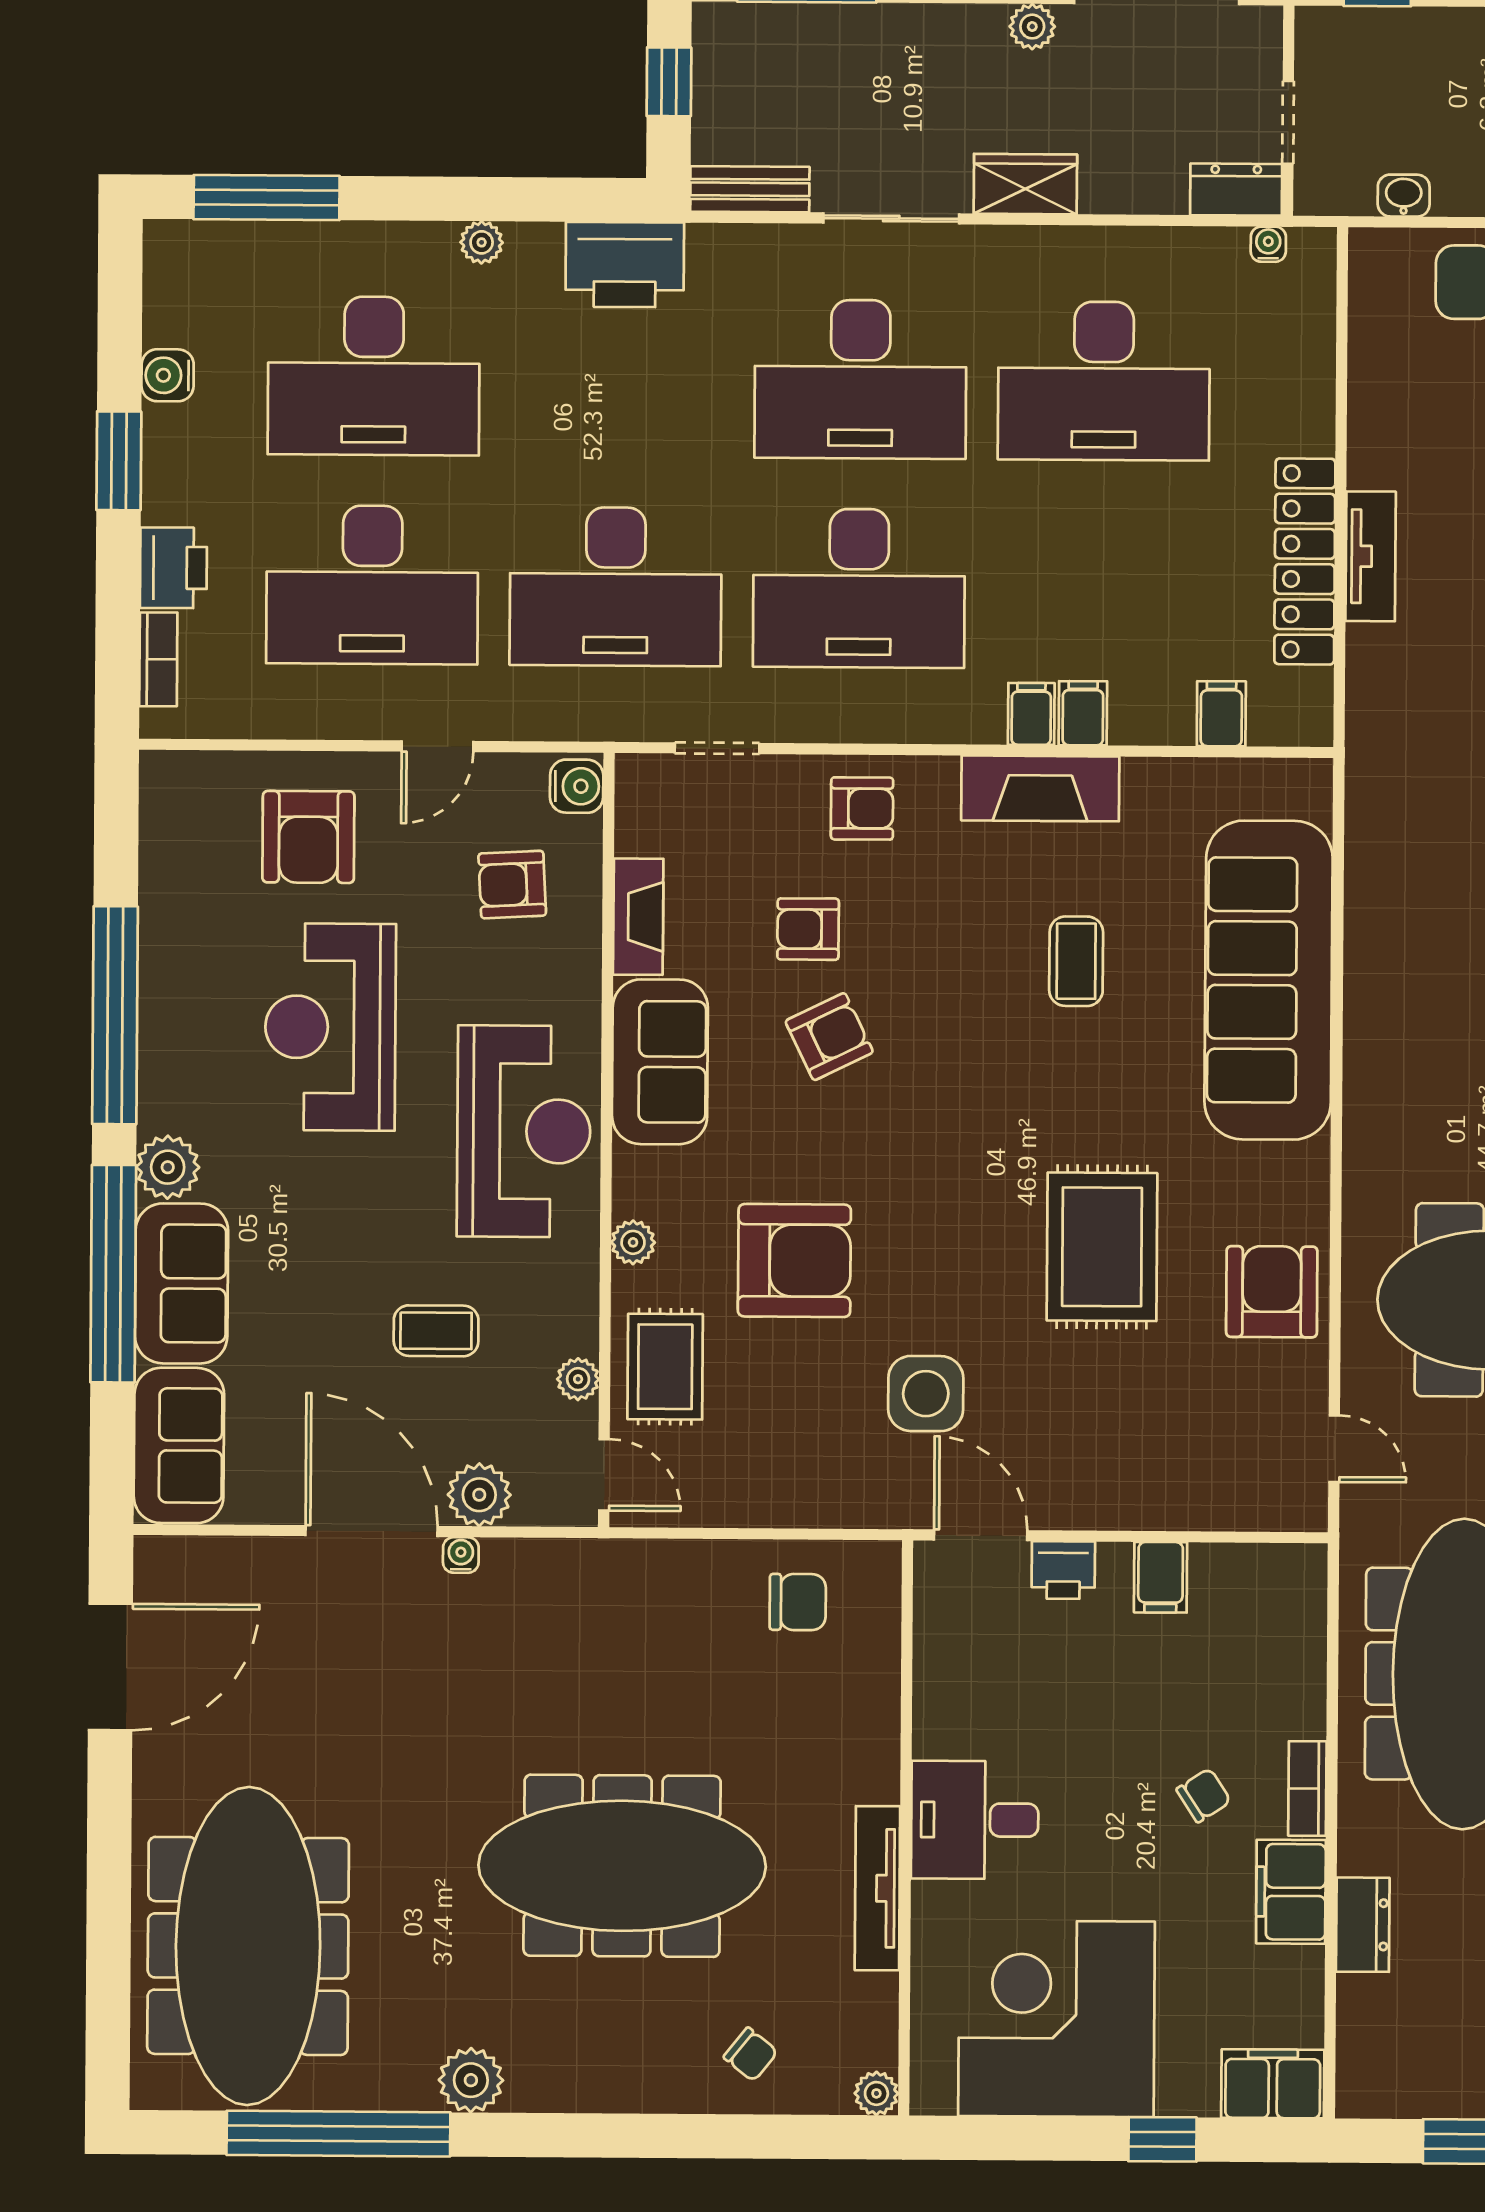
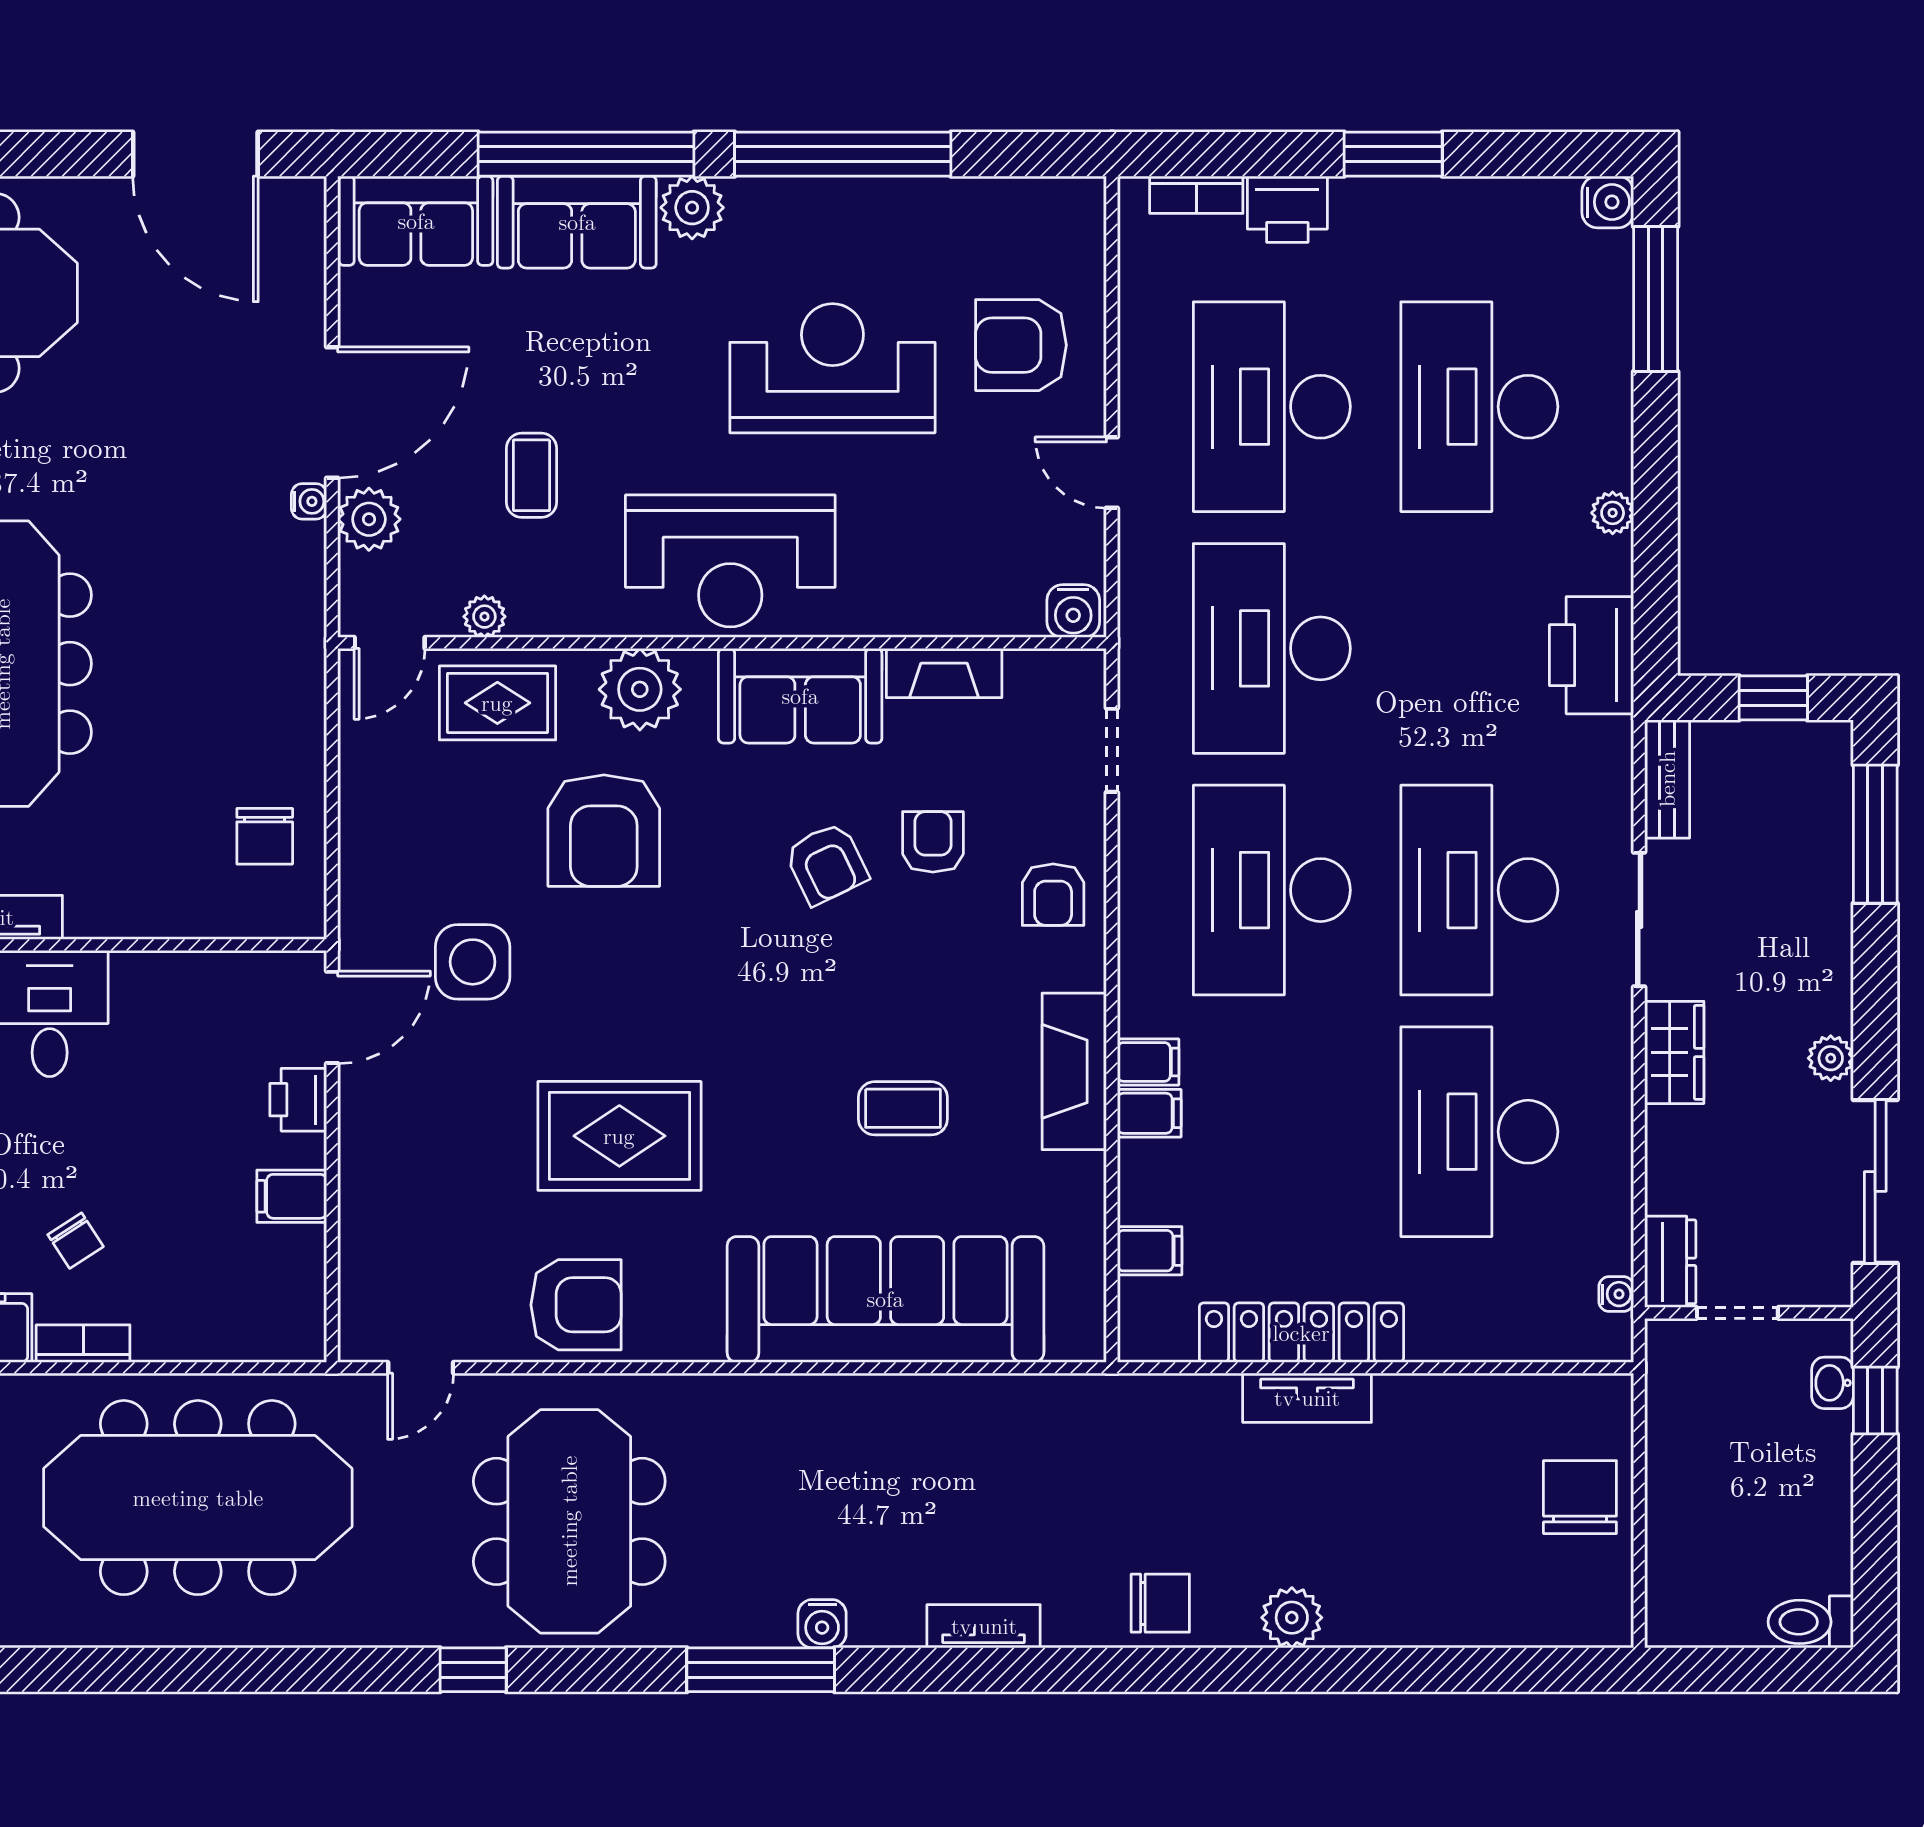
washbasin: (1404, 196) -> (1832, 1383), moved, turned 180
water cooler: (168, 375) -> (1608, 202), moved, turned 90
armchair: (512, 885) -> (975, 548), removed
plant: (633, 1242) -> (640, 689), width x1.88, depth x1.88

